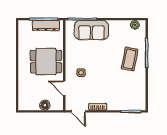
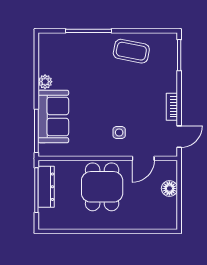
plant: (135, 25) -> (45, 82), moved
coffee table: (130, 59) -> (131, 51), moved

